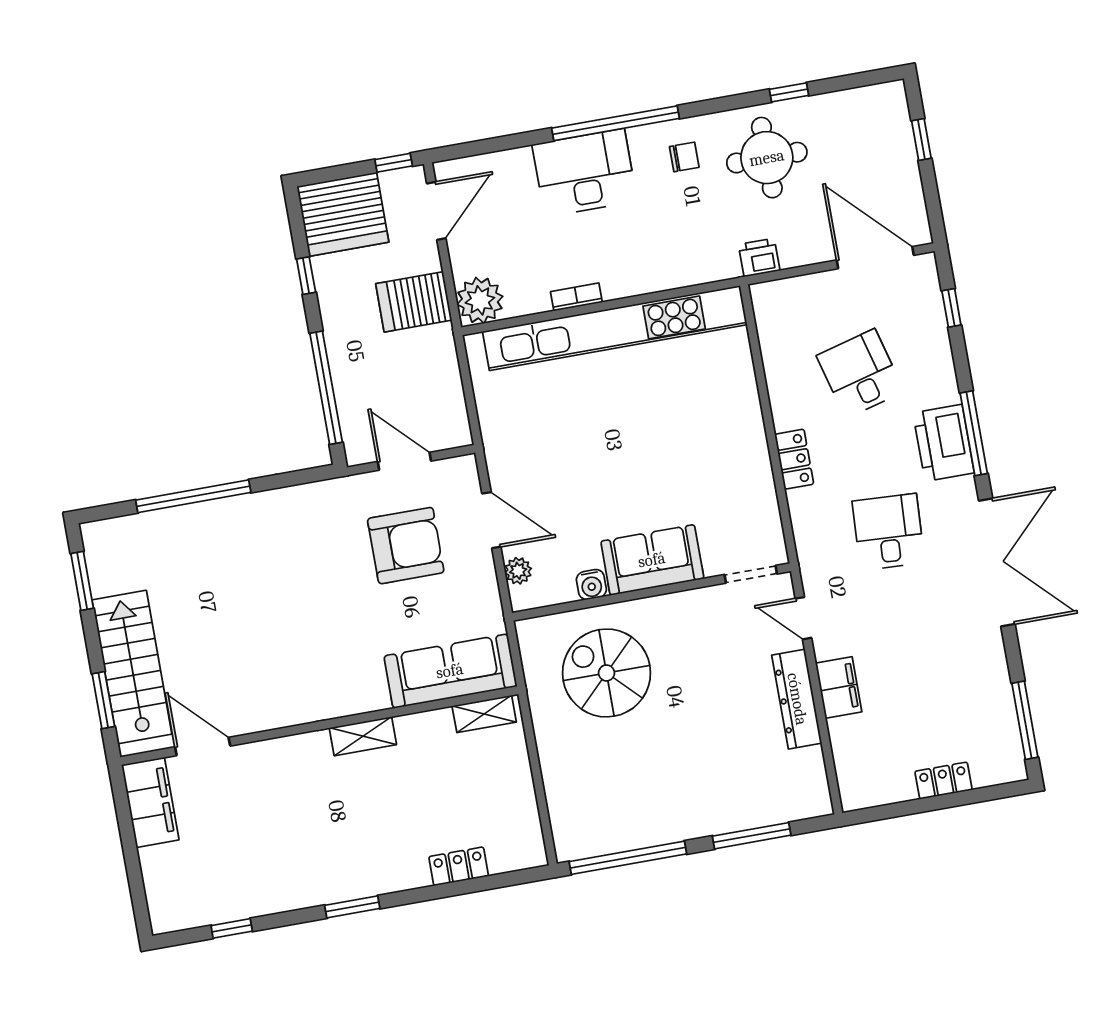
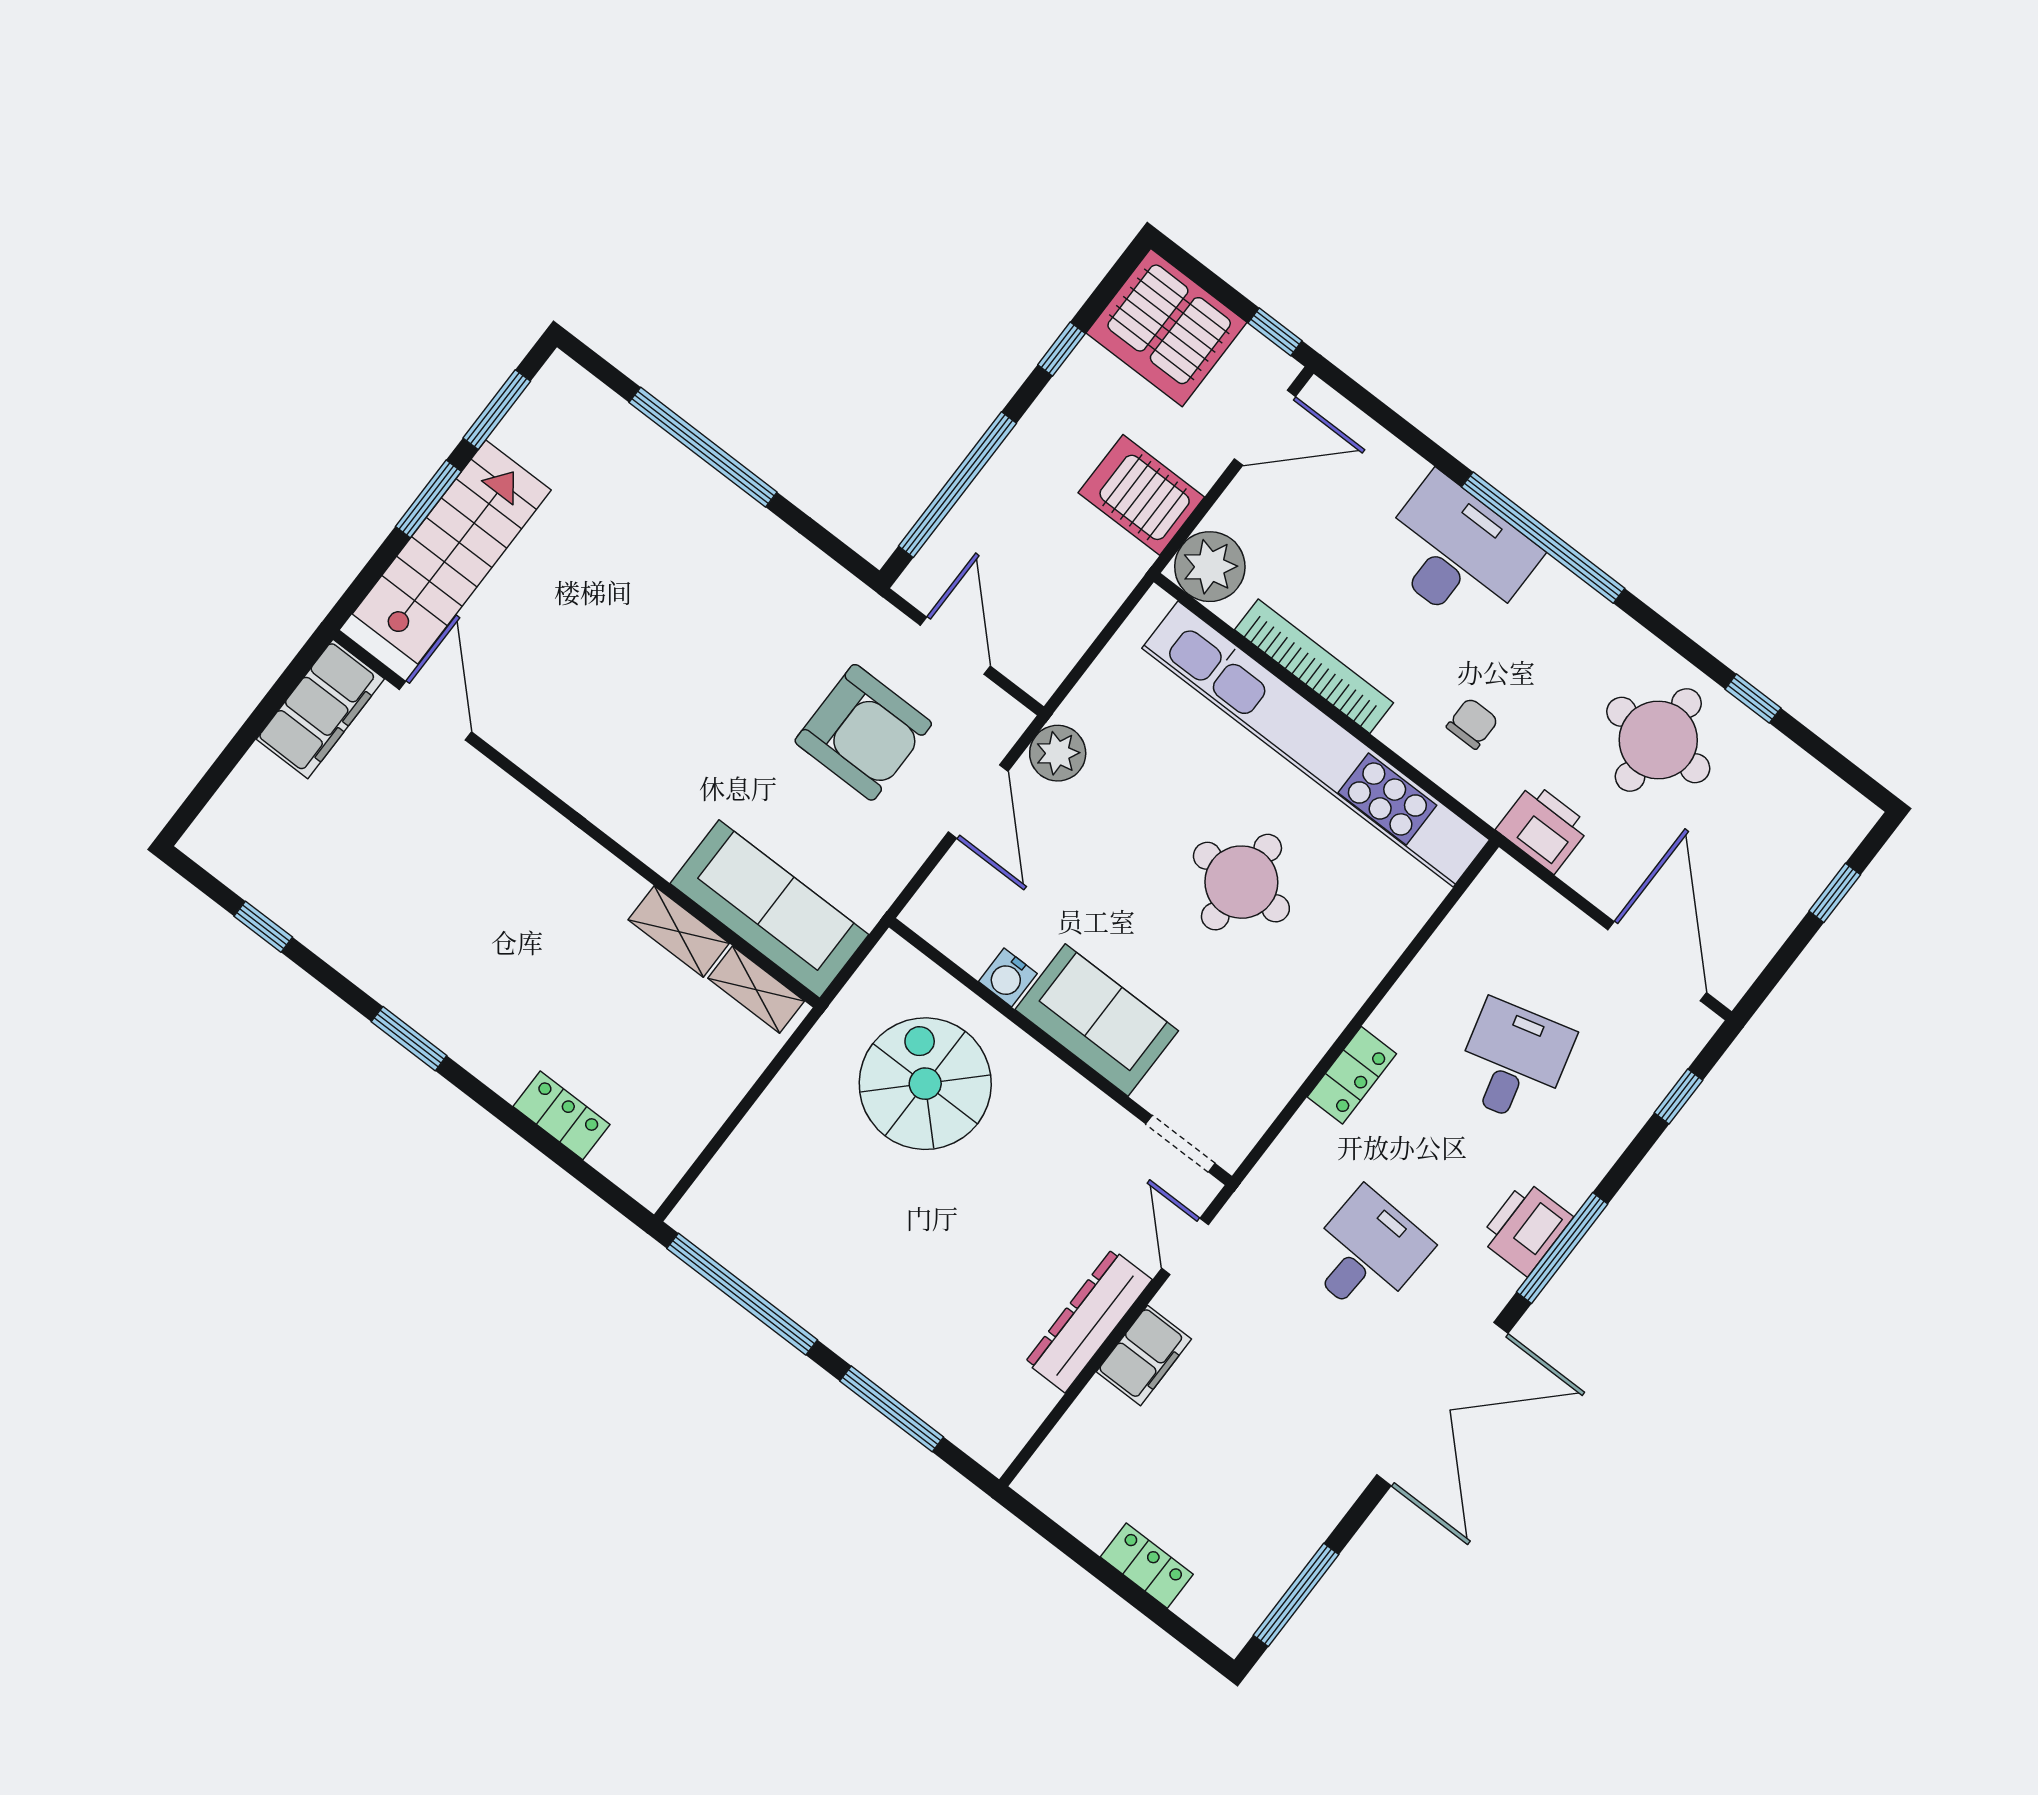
chair: (684, 157) -> (1472, 723), moved, turned -90
printer: (759, 258) -> (1543, 828), width x1.36, depth x1.24
bookcase: (576, 297) -> (1314, 666), width x2.31, depth x1.31
round table: (649, 427) -> (1241, 882), added
printer: (944, 443) -> (1526, 1228), width x0.73, depth x0.84
plant: (518, 571) -> (1058, 753), moved, width x1.38, depth x1.38
window: (103, 700) -> (428, 499), moved
shelving: (363, 736) -> (679, 931), moved

